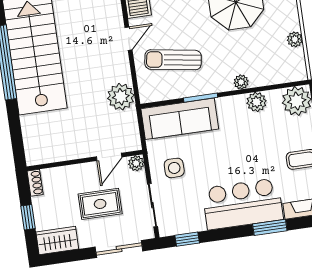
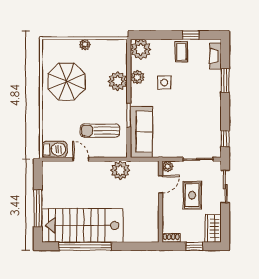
plant: (295, 39) -> (85, 44), moved
sun lounger: (173, 60) -> (100, 131), turned 81
plant: (241, 82) -> (118, 81), width x1.88, depth x1.88
door: (109, 157) -> (161, 184), hinge flipped
side table: (174, 168) -> (164, 82), moved
bar counter: (243, 204) -> (206, 97), removed

